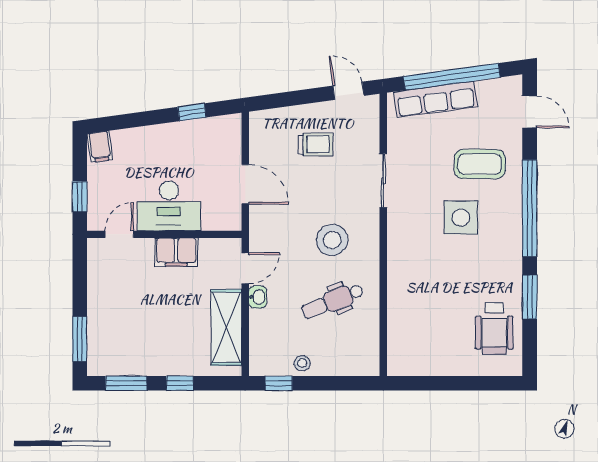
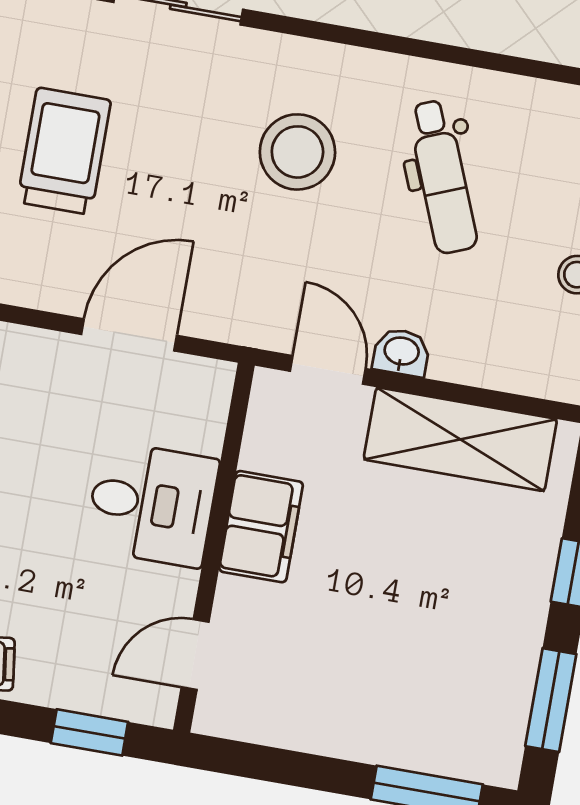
trolley: (316, 145) -> (64, 151), width x1.36, depth x1.39
desk: (169, 206) -> (152, 504), width x0.73
door: (119, 234) -> (195, 654), hinge flipped

